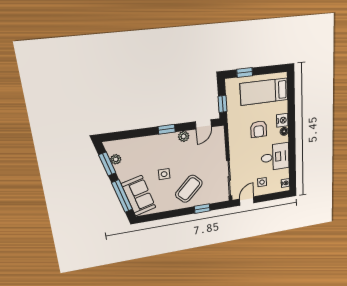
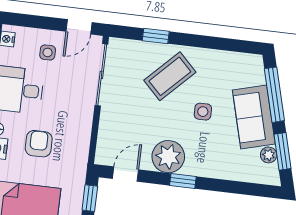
plant: (184, 136) -> (168, 157), width x1.88, depth x1.88
sofa: (139, 196) -> (254, 117), moved

